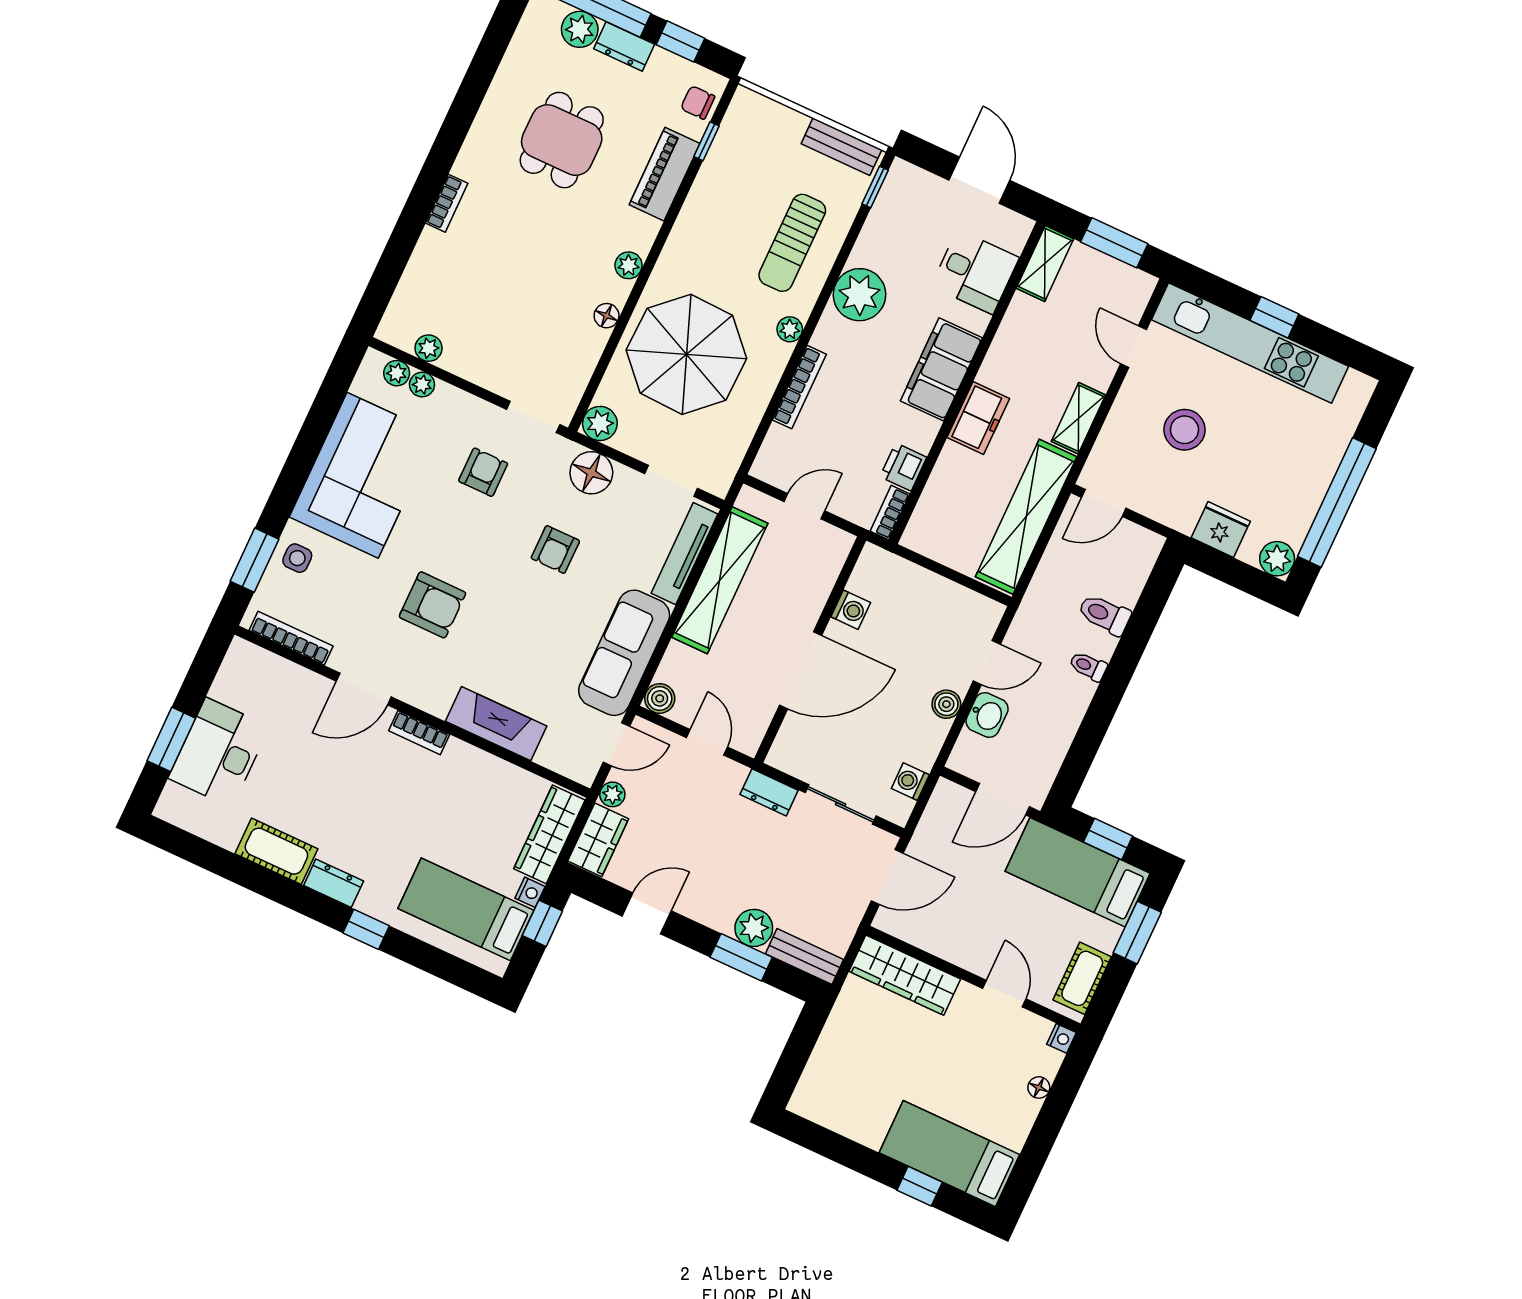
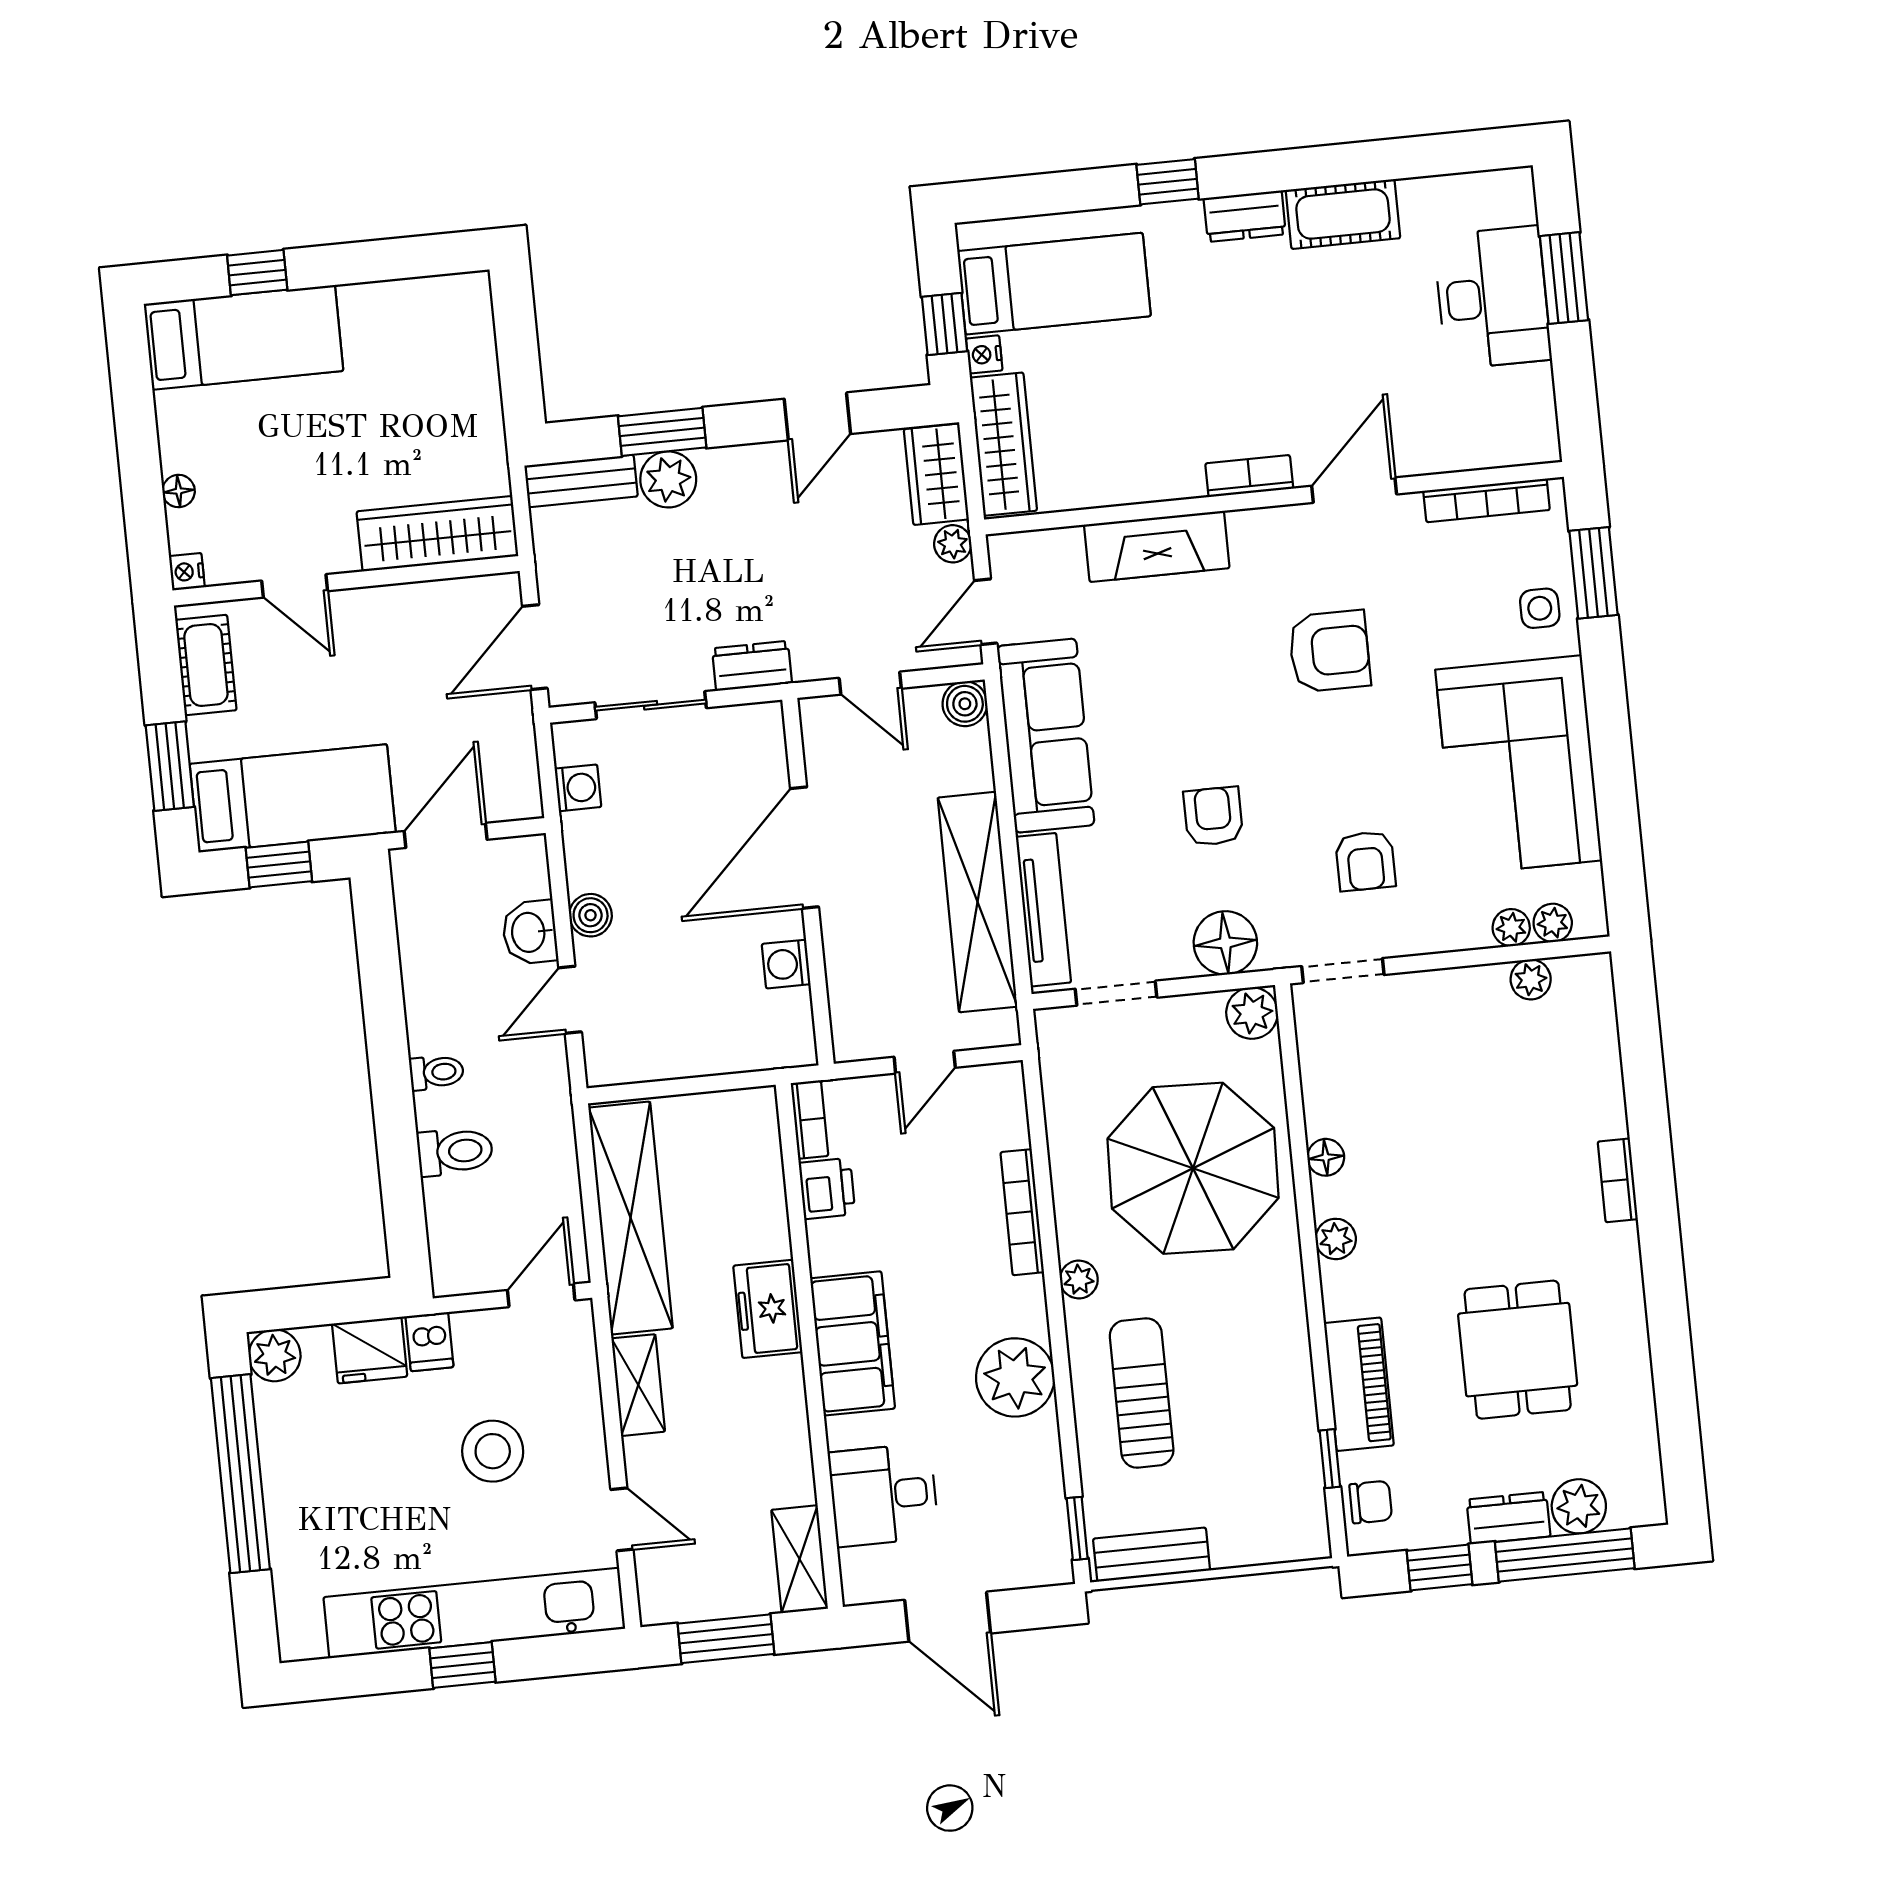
dishwasher: (1184, 514) -> (429, 1342), added
armchair: (433, 605) -> (1330, 651), turned 180

